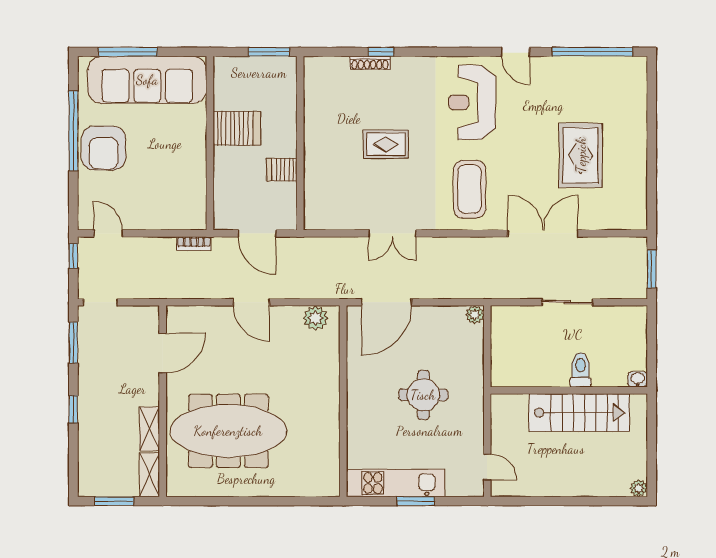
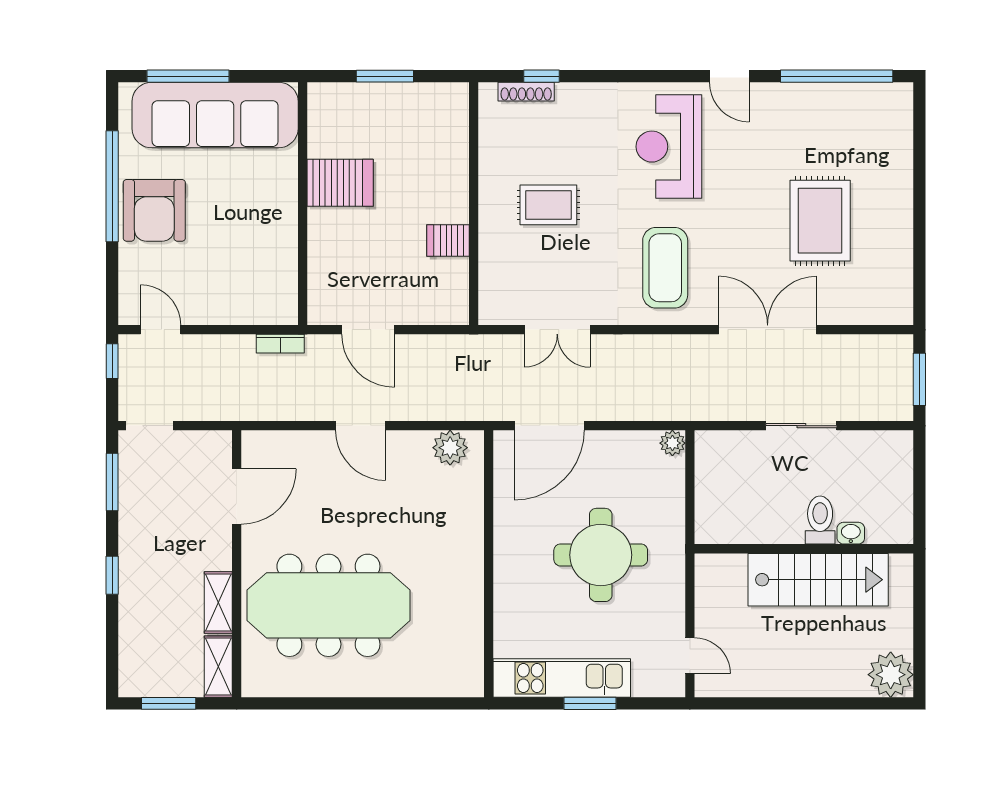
wall: (300, 143) -> (474, 204), moved
server rack: (282, 170) -> (448, 241), moved
washbasin: (638, 379) -> (851, 533), moved
round table: (423, 395) -> (601, 555), width x1.36, depth x1.36
plant: (639, 488) -> (891, 675), width x1.87, depth x1.87

